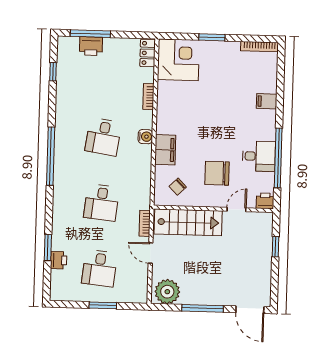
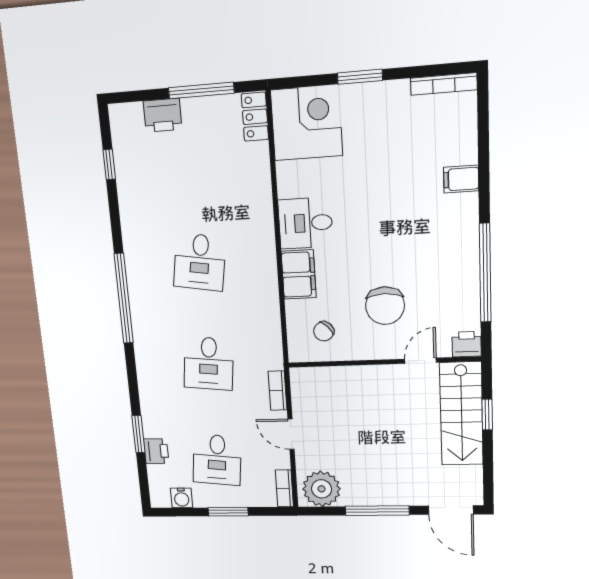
window: (90, 34) -> (201, 90), moved
bookcase: (148, 97) -> (284, 488), moved
water cooler: (145, 137) -> (182, 498), moved, turned 90
desk: (259, 156) -> (306, 223), moved, turned 180
chair: (217, 173) -> (385, 306), turned -90
stairs: (188, 222) -> (461, 414), moved, turned 90

